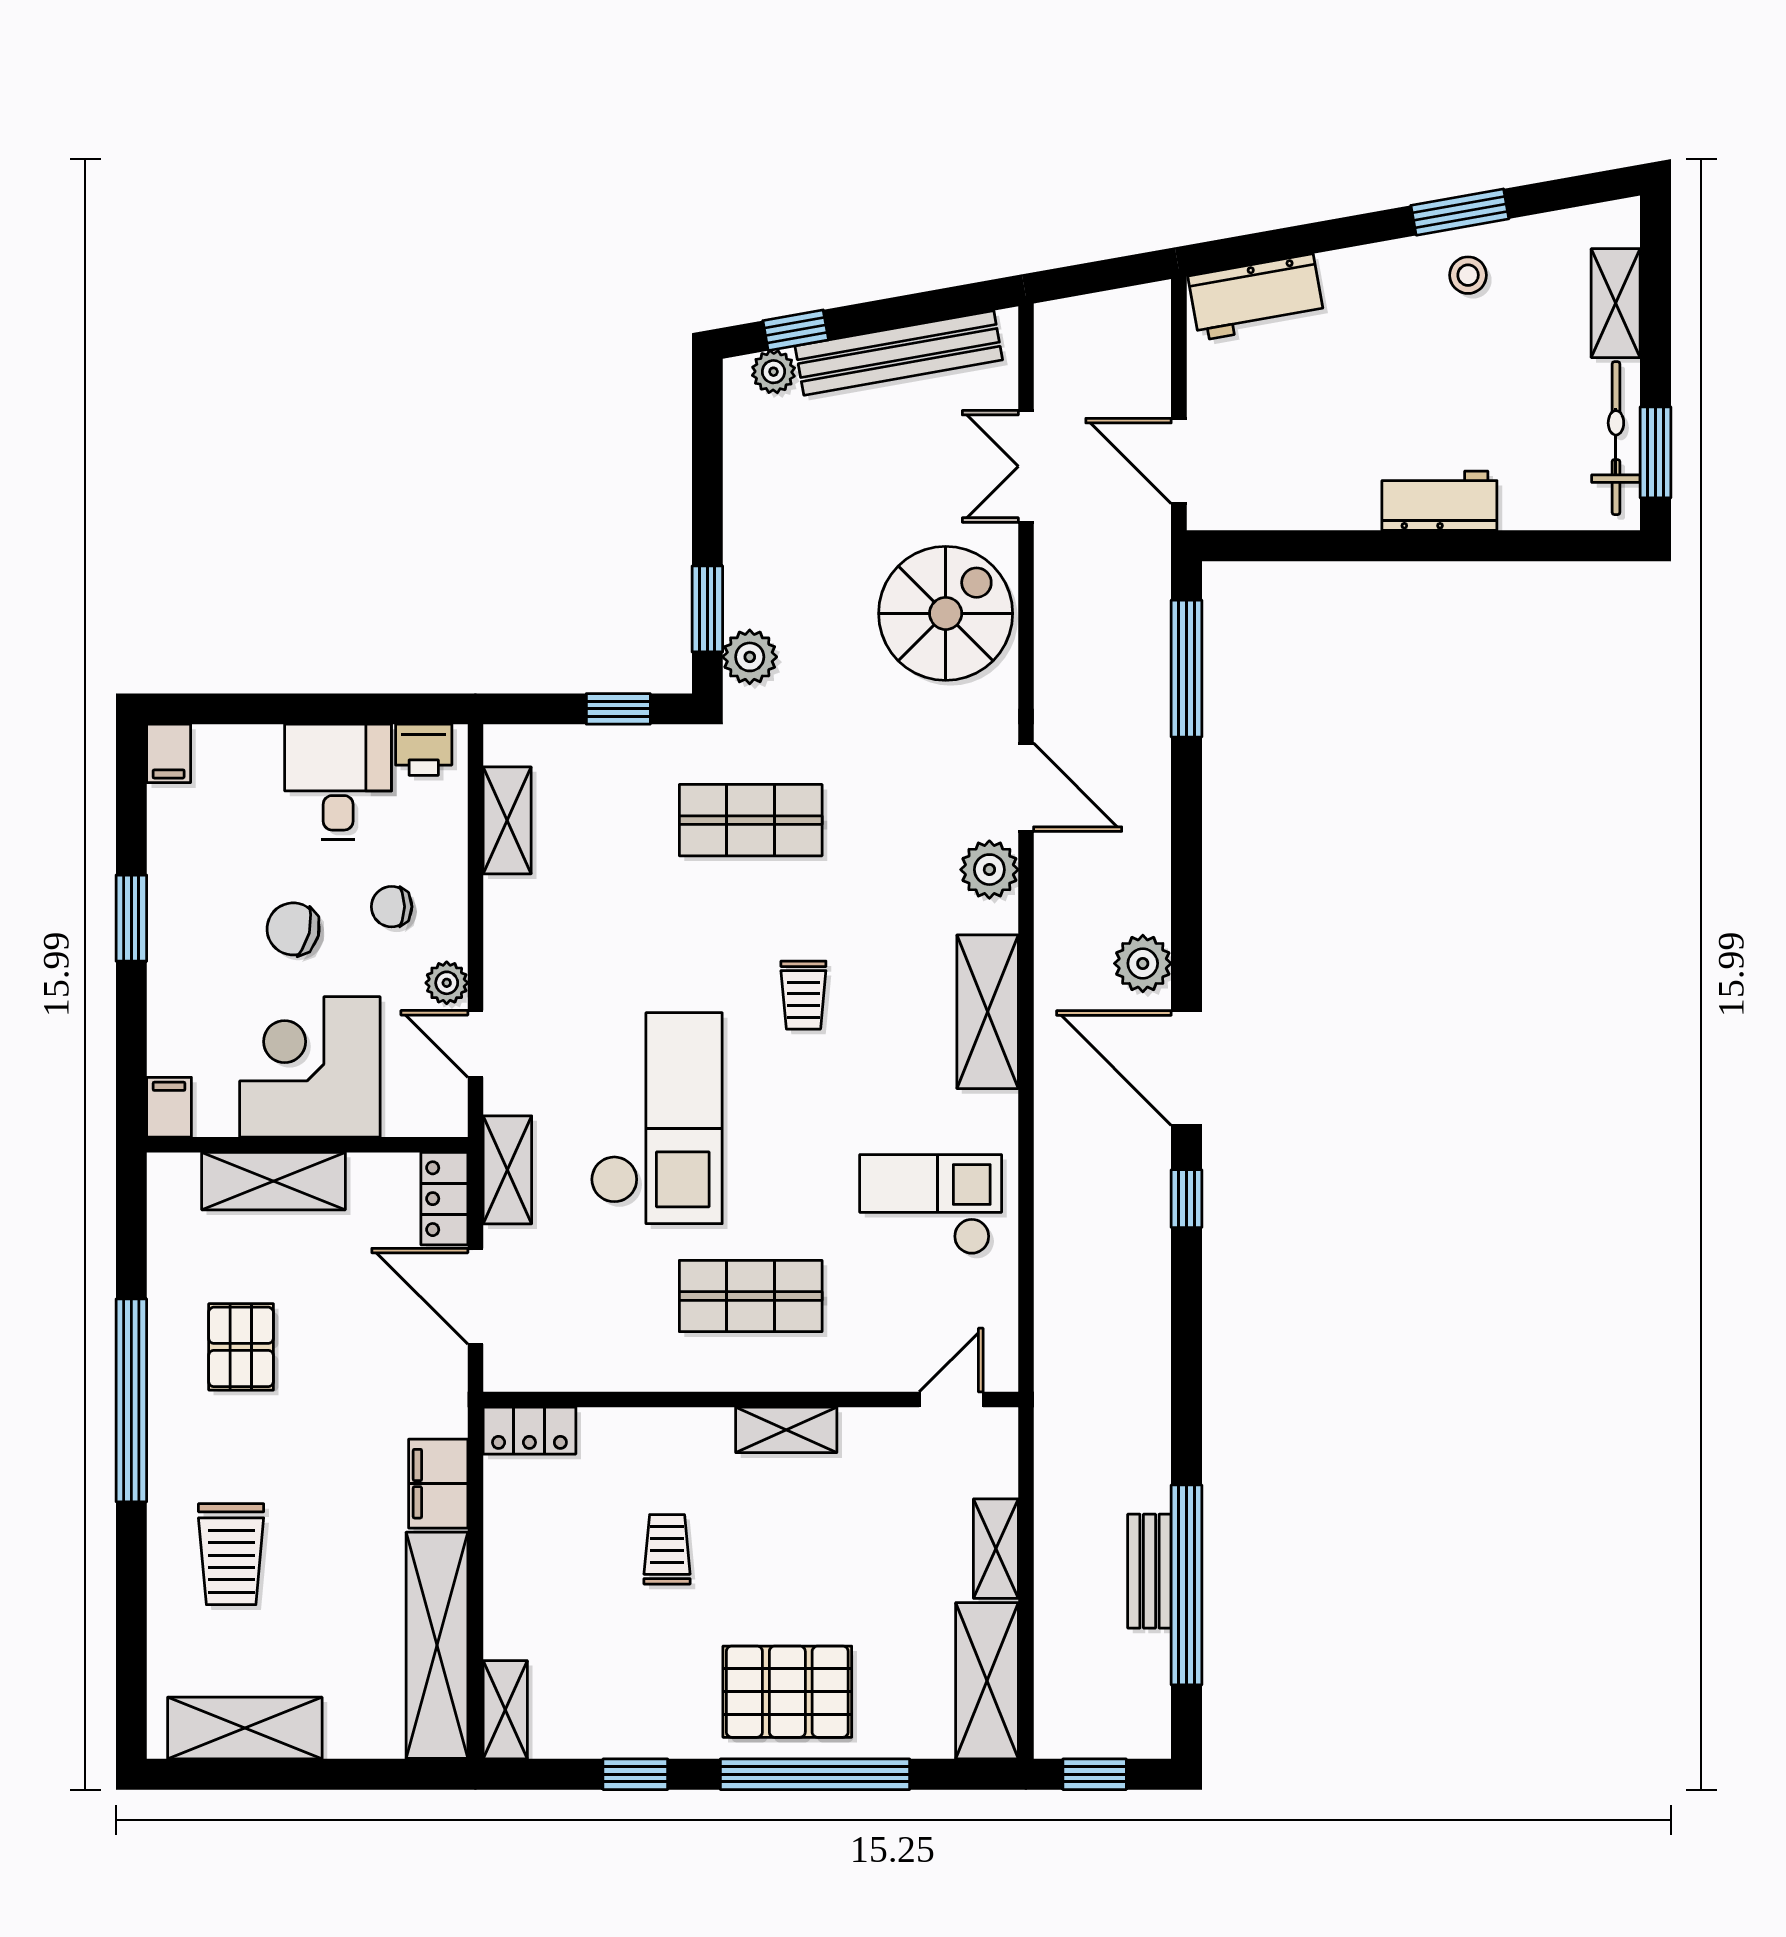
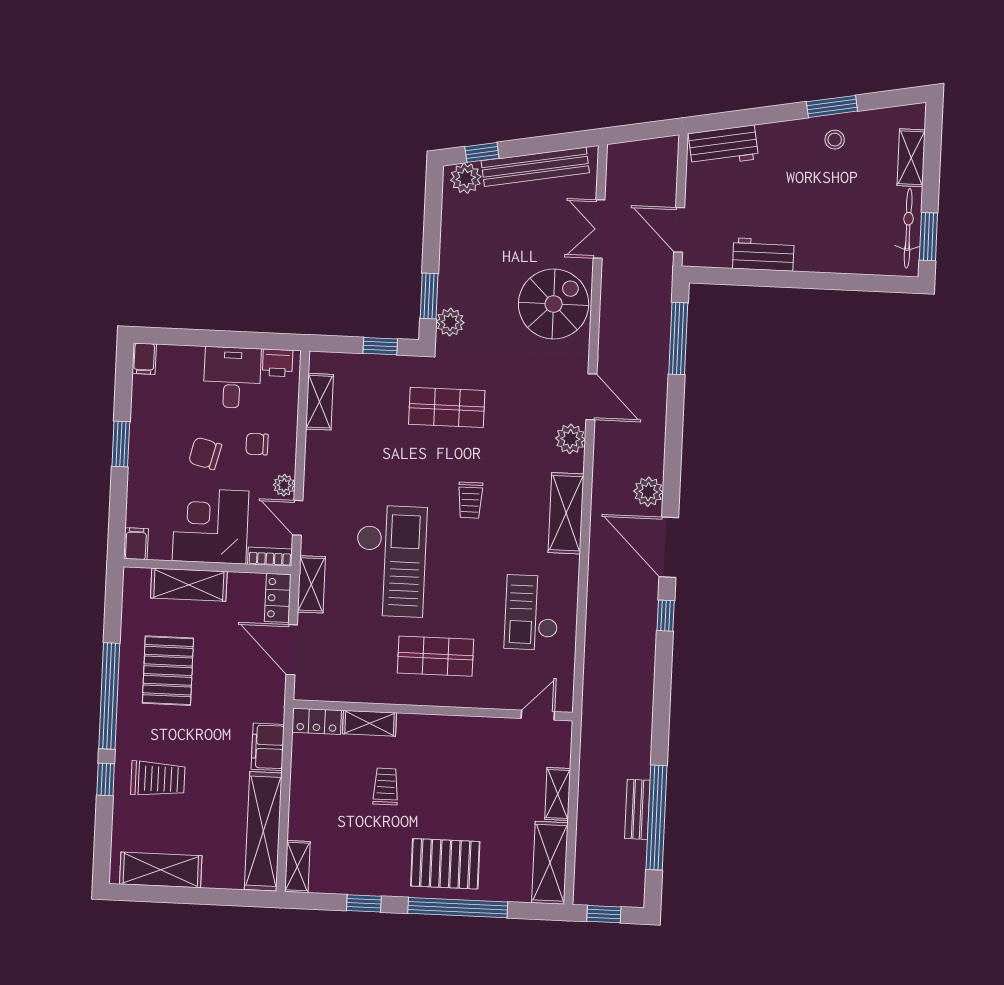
plant: (773, 372) -> (466, 178), width x1.38, depth x1.38
workbench: (1439, 501) -> (763, 255), moved
bookcase: (426, 1120) -> (270, 557), added
checkout: (931, 1204) -> (532, 613), turned -90
pallet: (241, 1347) -> (168, 671), width x1.50, depth x1.42
shelving: (786, 1430) -> (369, 723), moved
trolley: (231, 1554) -> (158, 779), turned -90
window: (131, 1560) -> (106, 780), added

